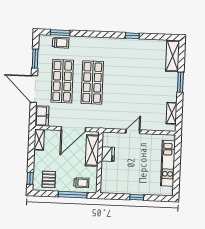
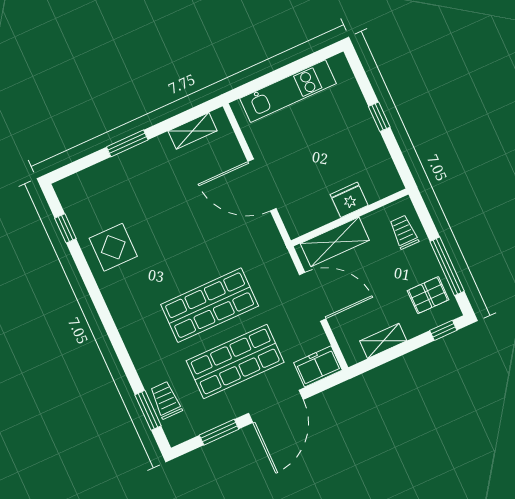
window: (132, 36) -> (65, 228), moved
display table: (138, 53) -> (113, 247), added
shelving: (173, 56) -> (86, 182), removed
door: (133, 131) -> (262, 185), width x1.88
shelving: (39, 140) -> (383, 341), moved
fridge: (108, 154) -> (349, 200), moved
window: (73, 195) -> (447, 266), moved

